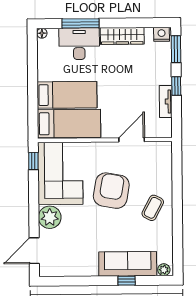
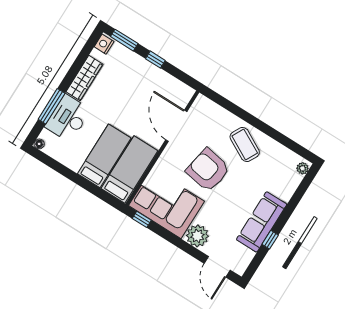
tv unit: (166, 101) -> (163, 77), removed
door: (132, 140) -> (176, 126), width x1.36
coffee table: (153, 208) -> (245, 145), width x1.36, depth x1.30
sofa: (128, 264) -> (262, 222), moved
window: (127, 281) -> (270, 240), moved

